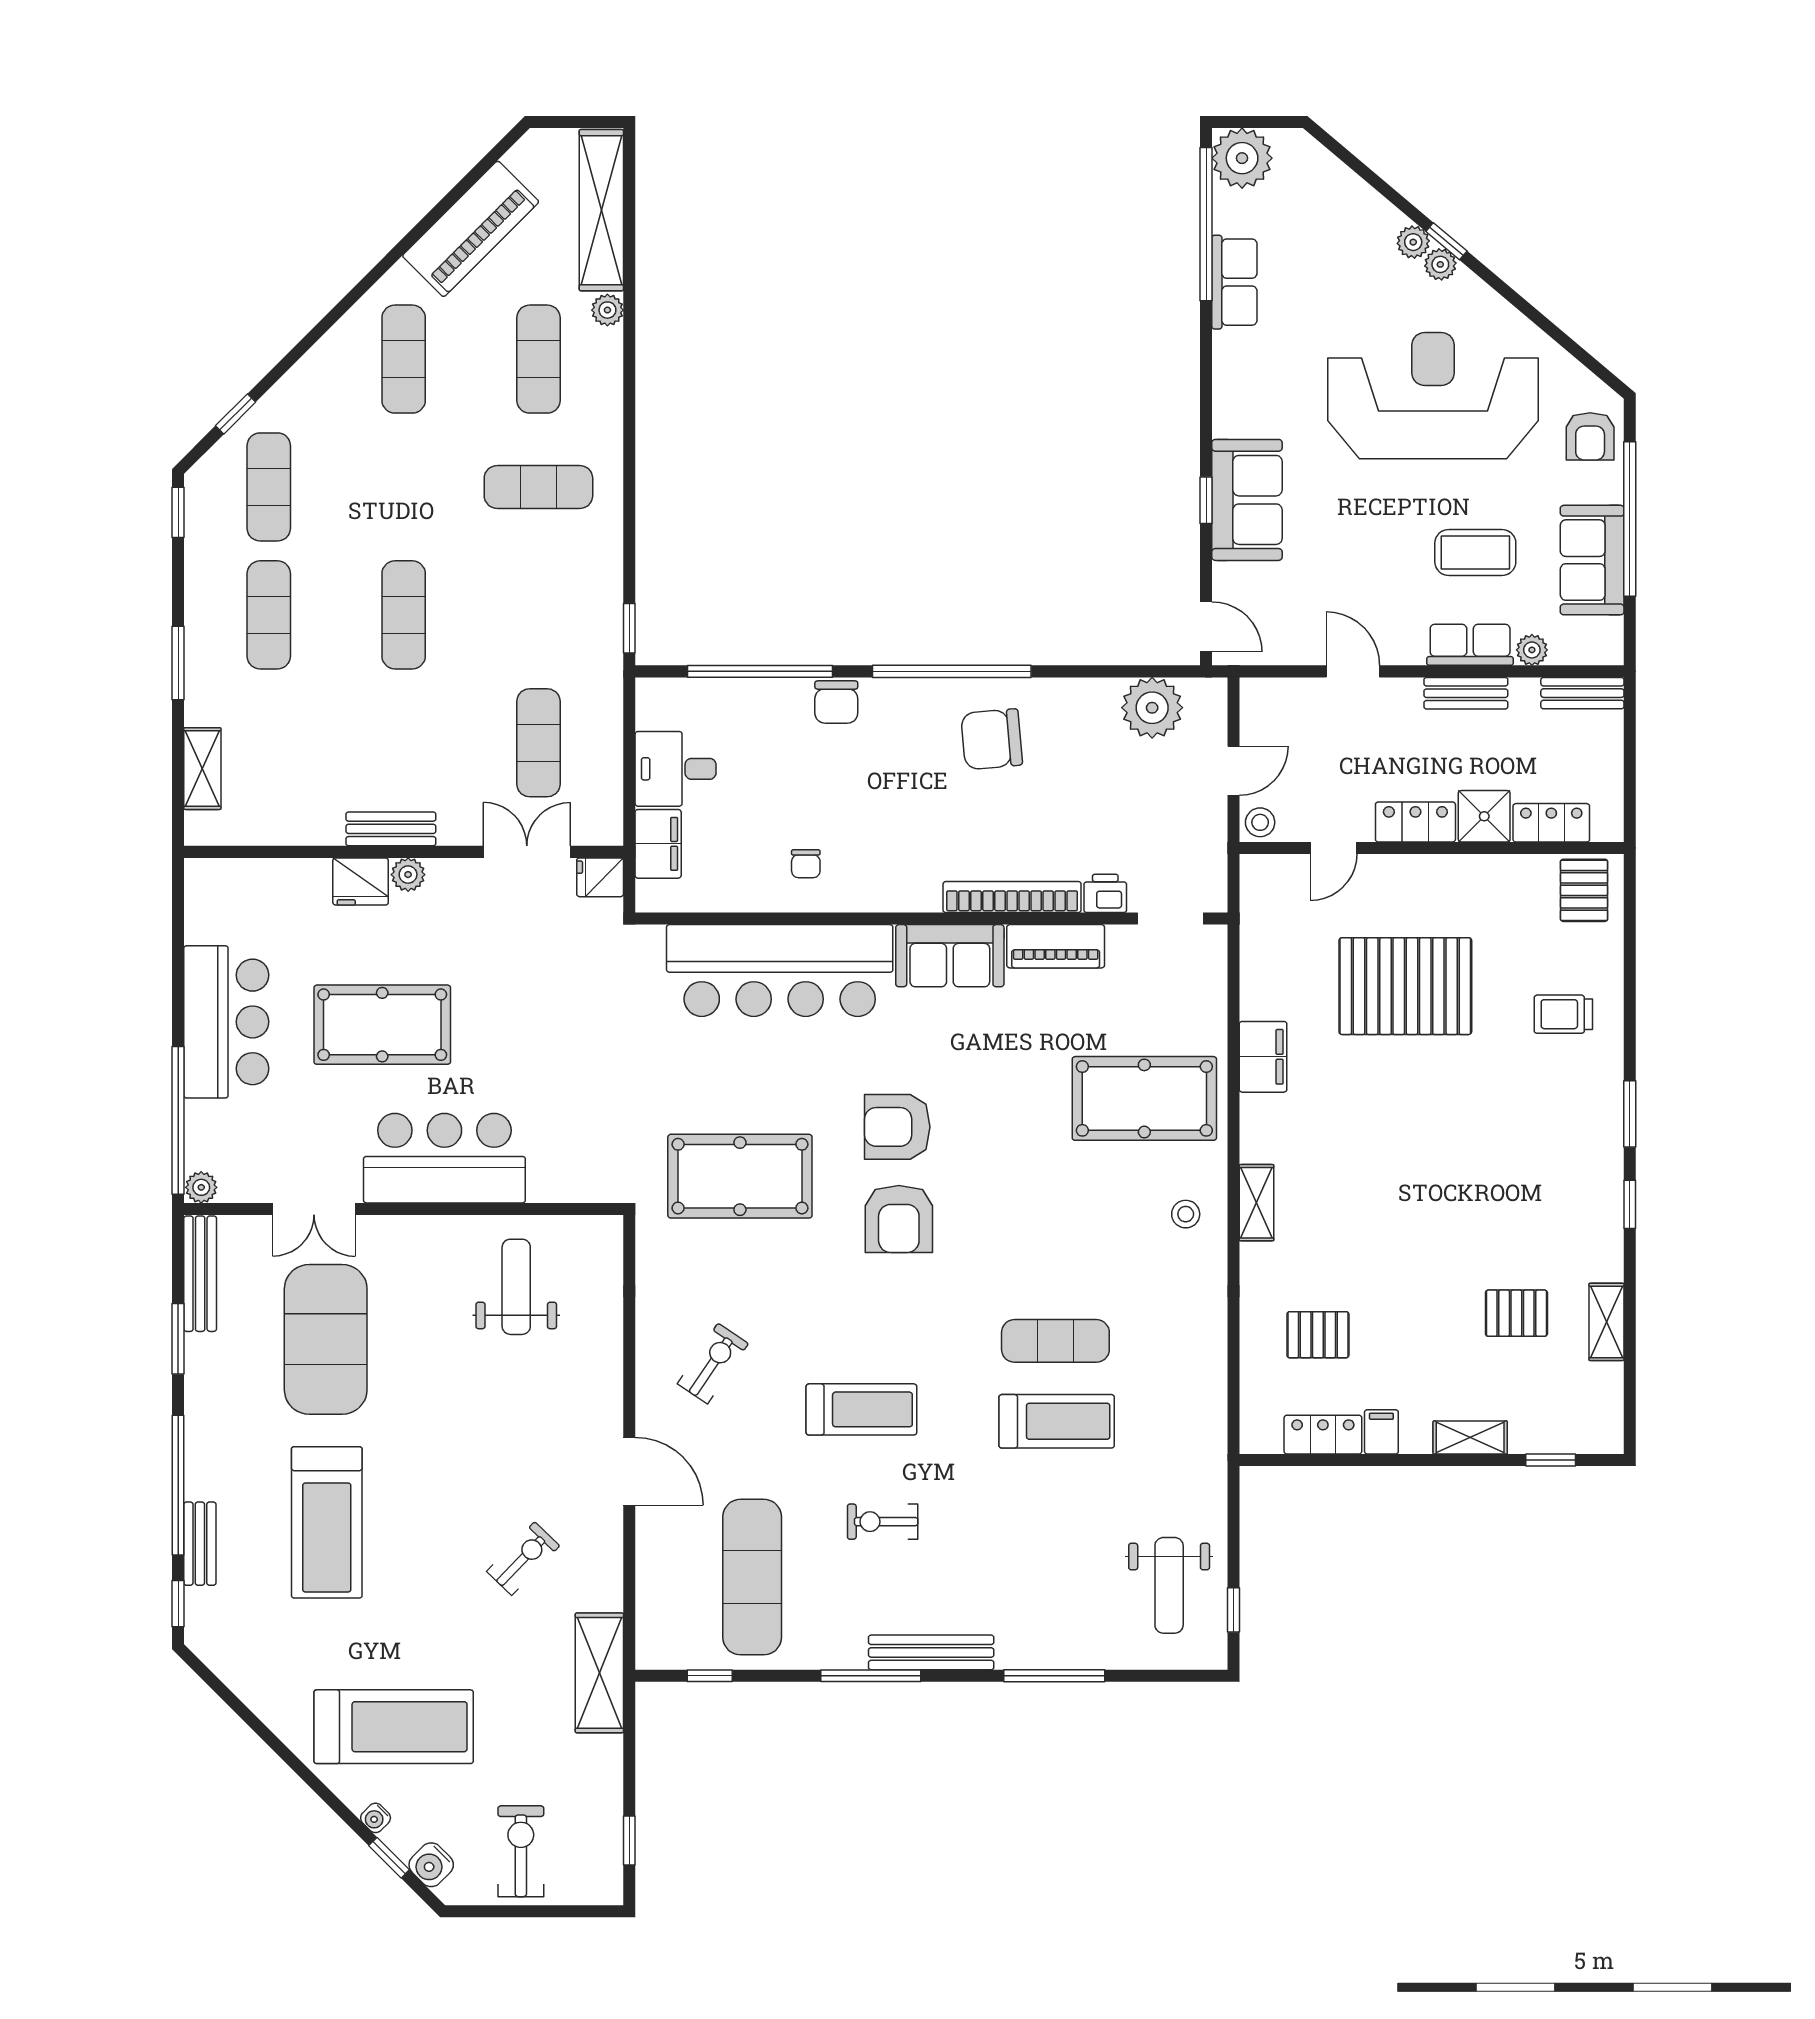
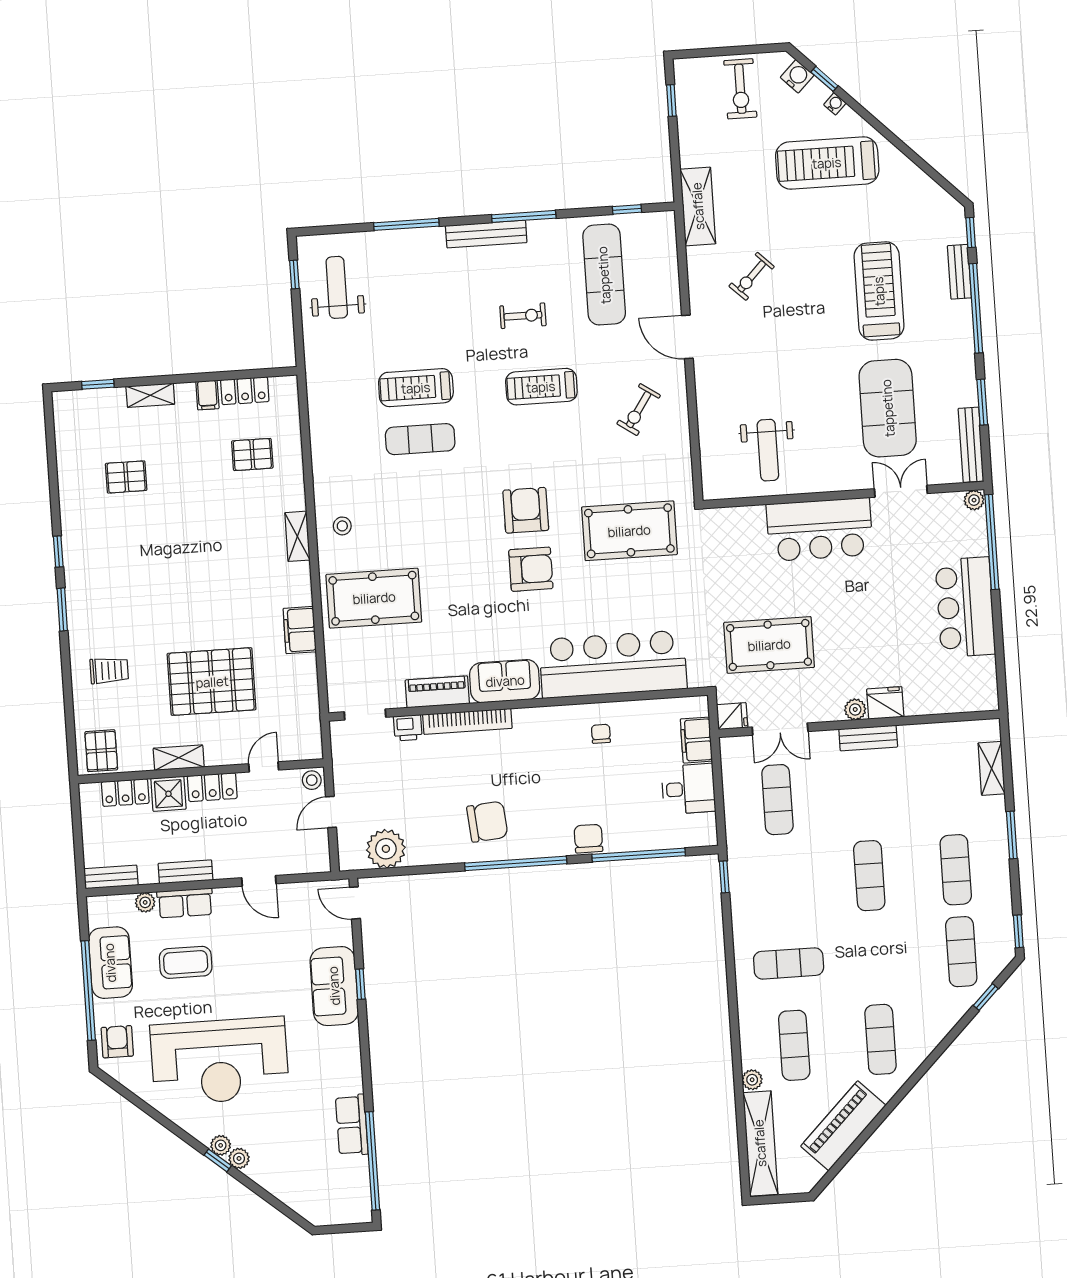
plant: (1242, 158) -> (352, 1205), removed
pool table: (382, 1025) -> (769, 645), moved
shelving: (1606, 1322) -> (179, 758), moved, turned 90

